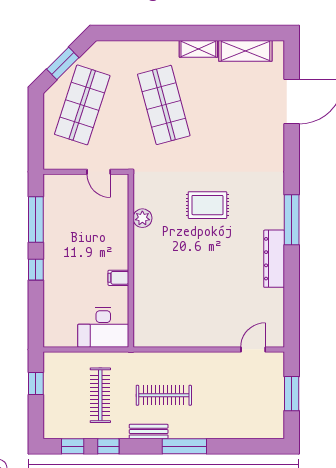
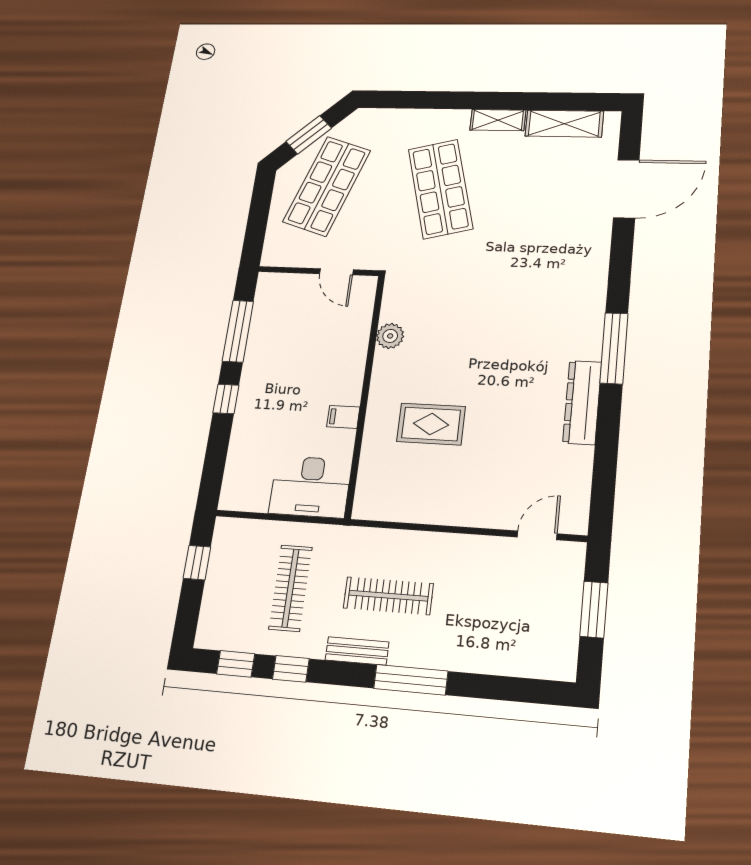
rug: (207, 205) -> (431, 424), moved

